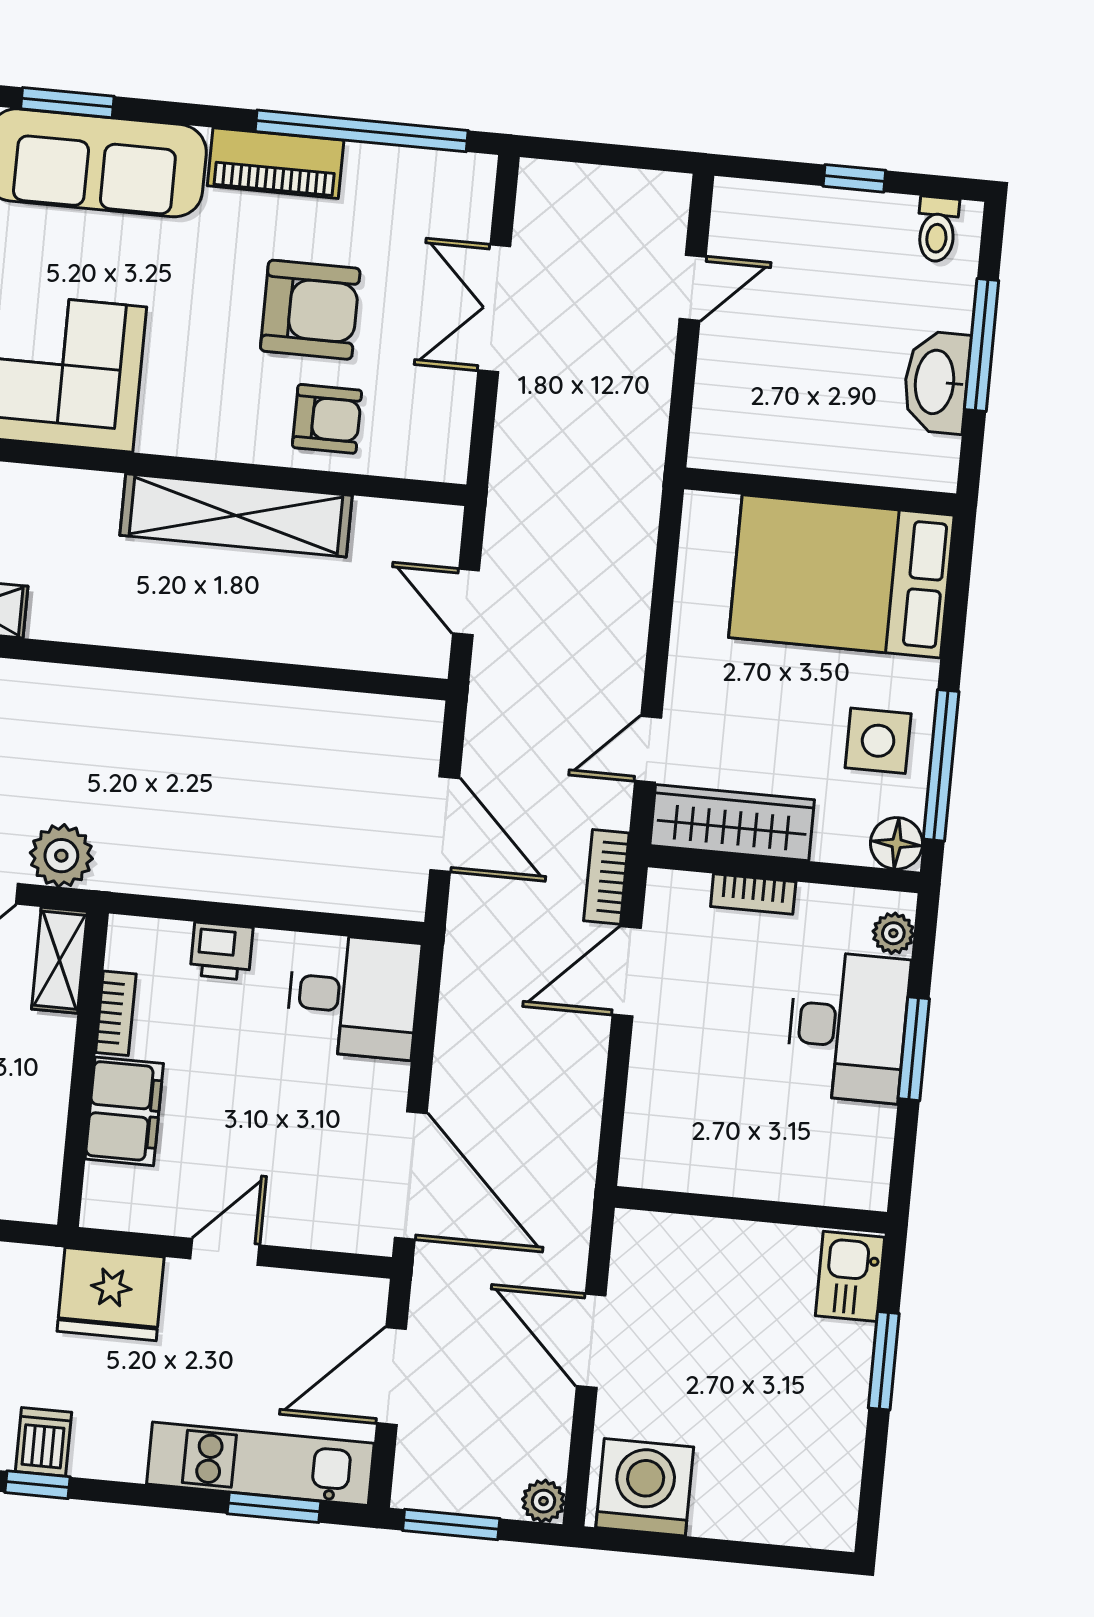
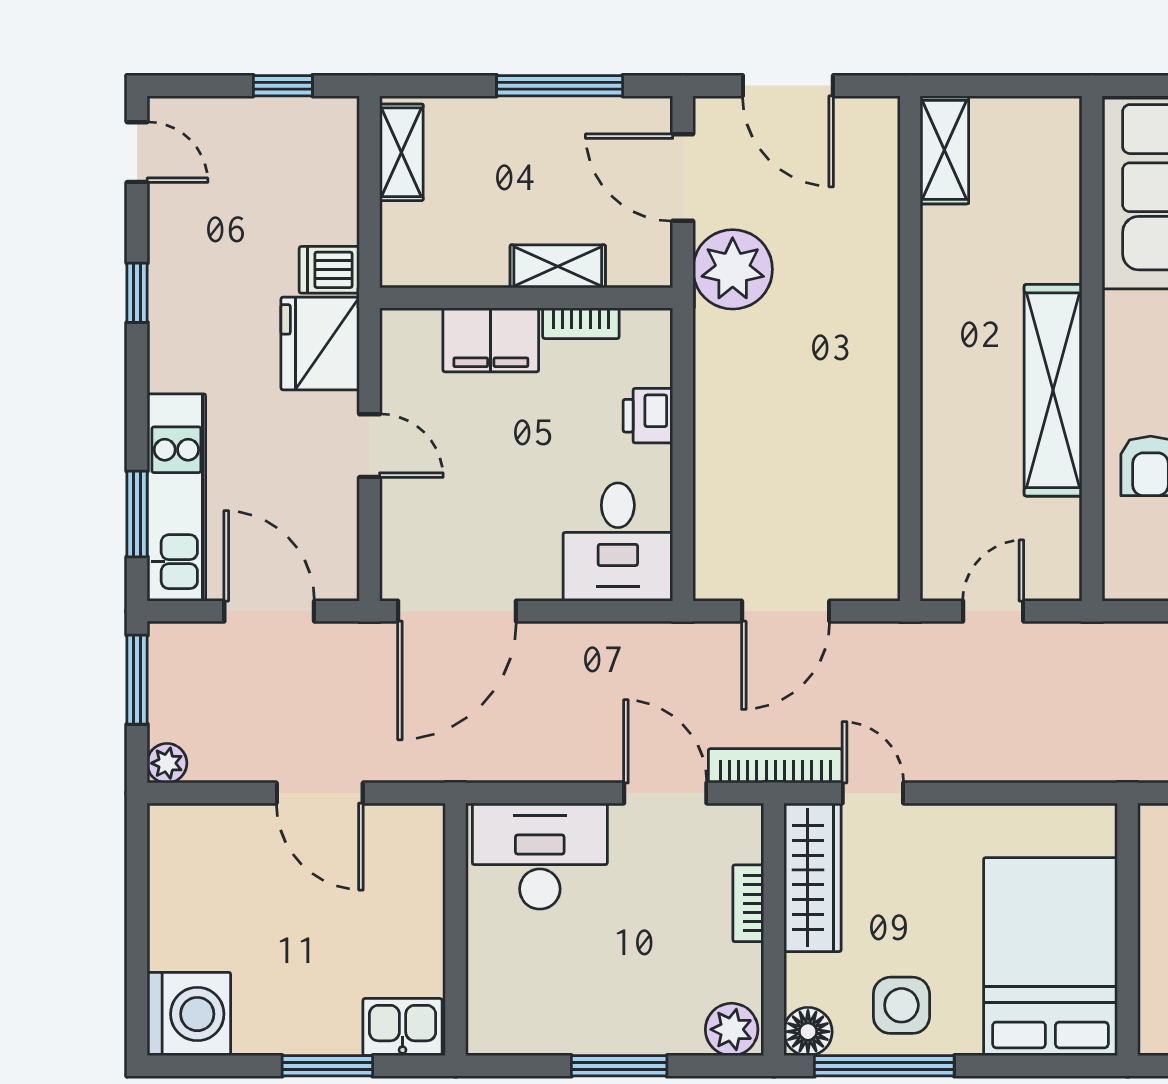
plant: (61, 856) -> (733, 269), width x1.36, depth x1.36
bookcase: (606, 877) -> (775, 766), width x1.56
plant: (893, 933) -> (732, 1029), width x1.38, depth x1.38
shelving: (59, 960) -> (558, 266), moved
desk: (848, 1027) -> (540, 856), moved, turned 180
door: (591, 1341) -> (320, 793), swing flipped
dishwasher: (43, 1442) -> (329, 270), moved, turned 180
washing machine: (645, 1487) -> (189, 1014), moved

